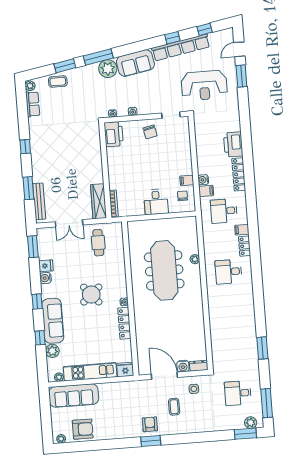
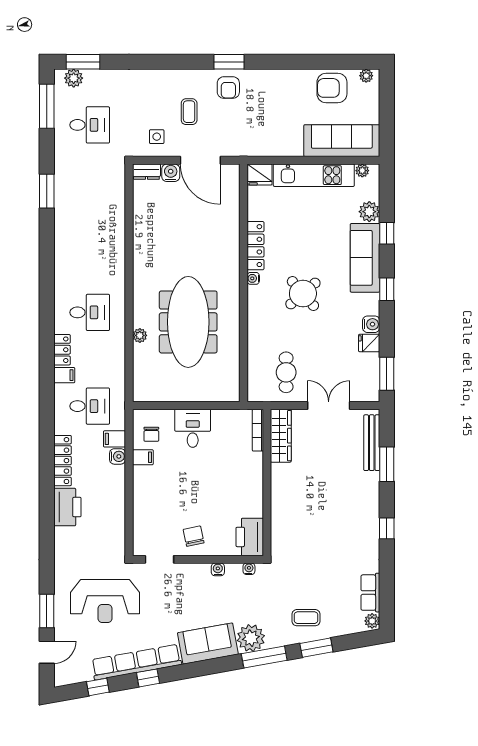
coffee table: (58, 82) -> (306, 618), moved
reception desk: (204, 85) -> (105, 601), turned 180

